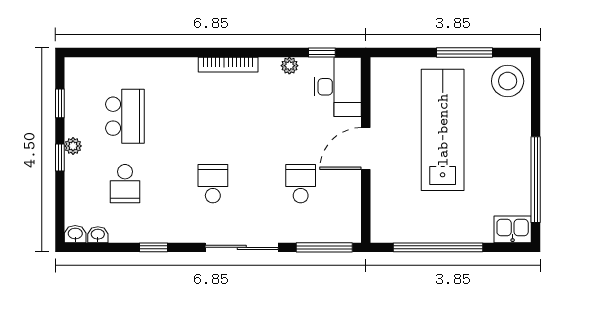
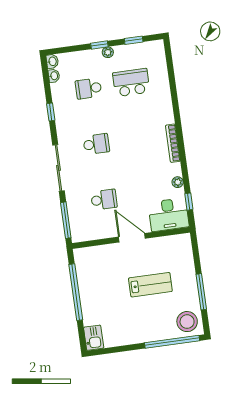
school desk: (125, 116) -> (131, 83), turned 180
lab bench: (443, 130) -> (150, 285), width x0.54, depth x0.72
window: (536, 180) -> (172, 342), moved

